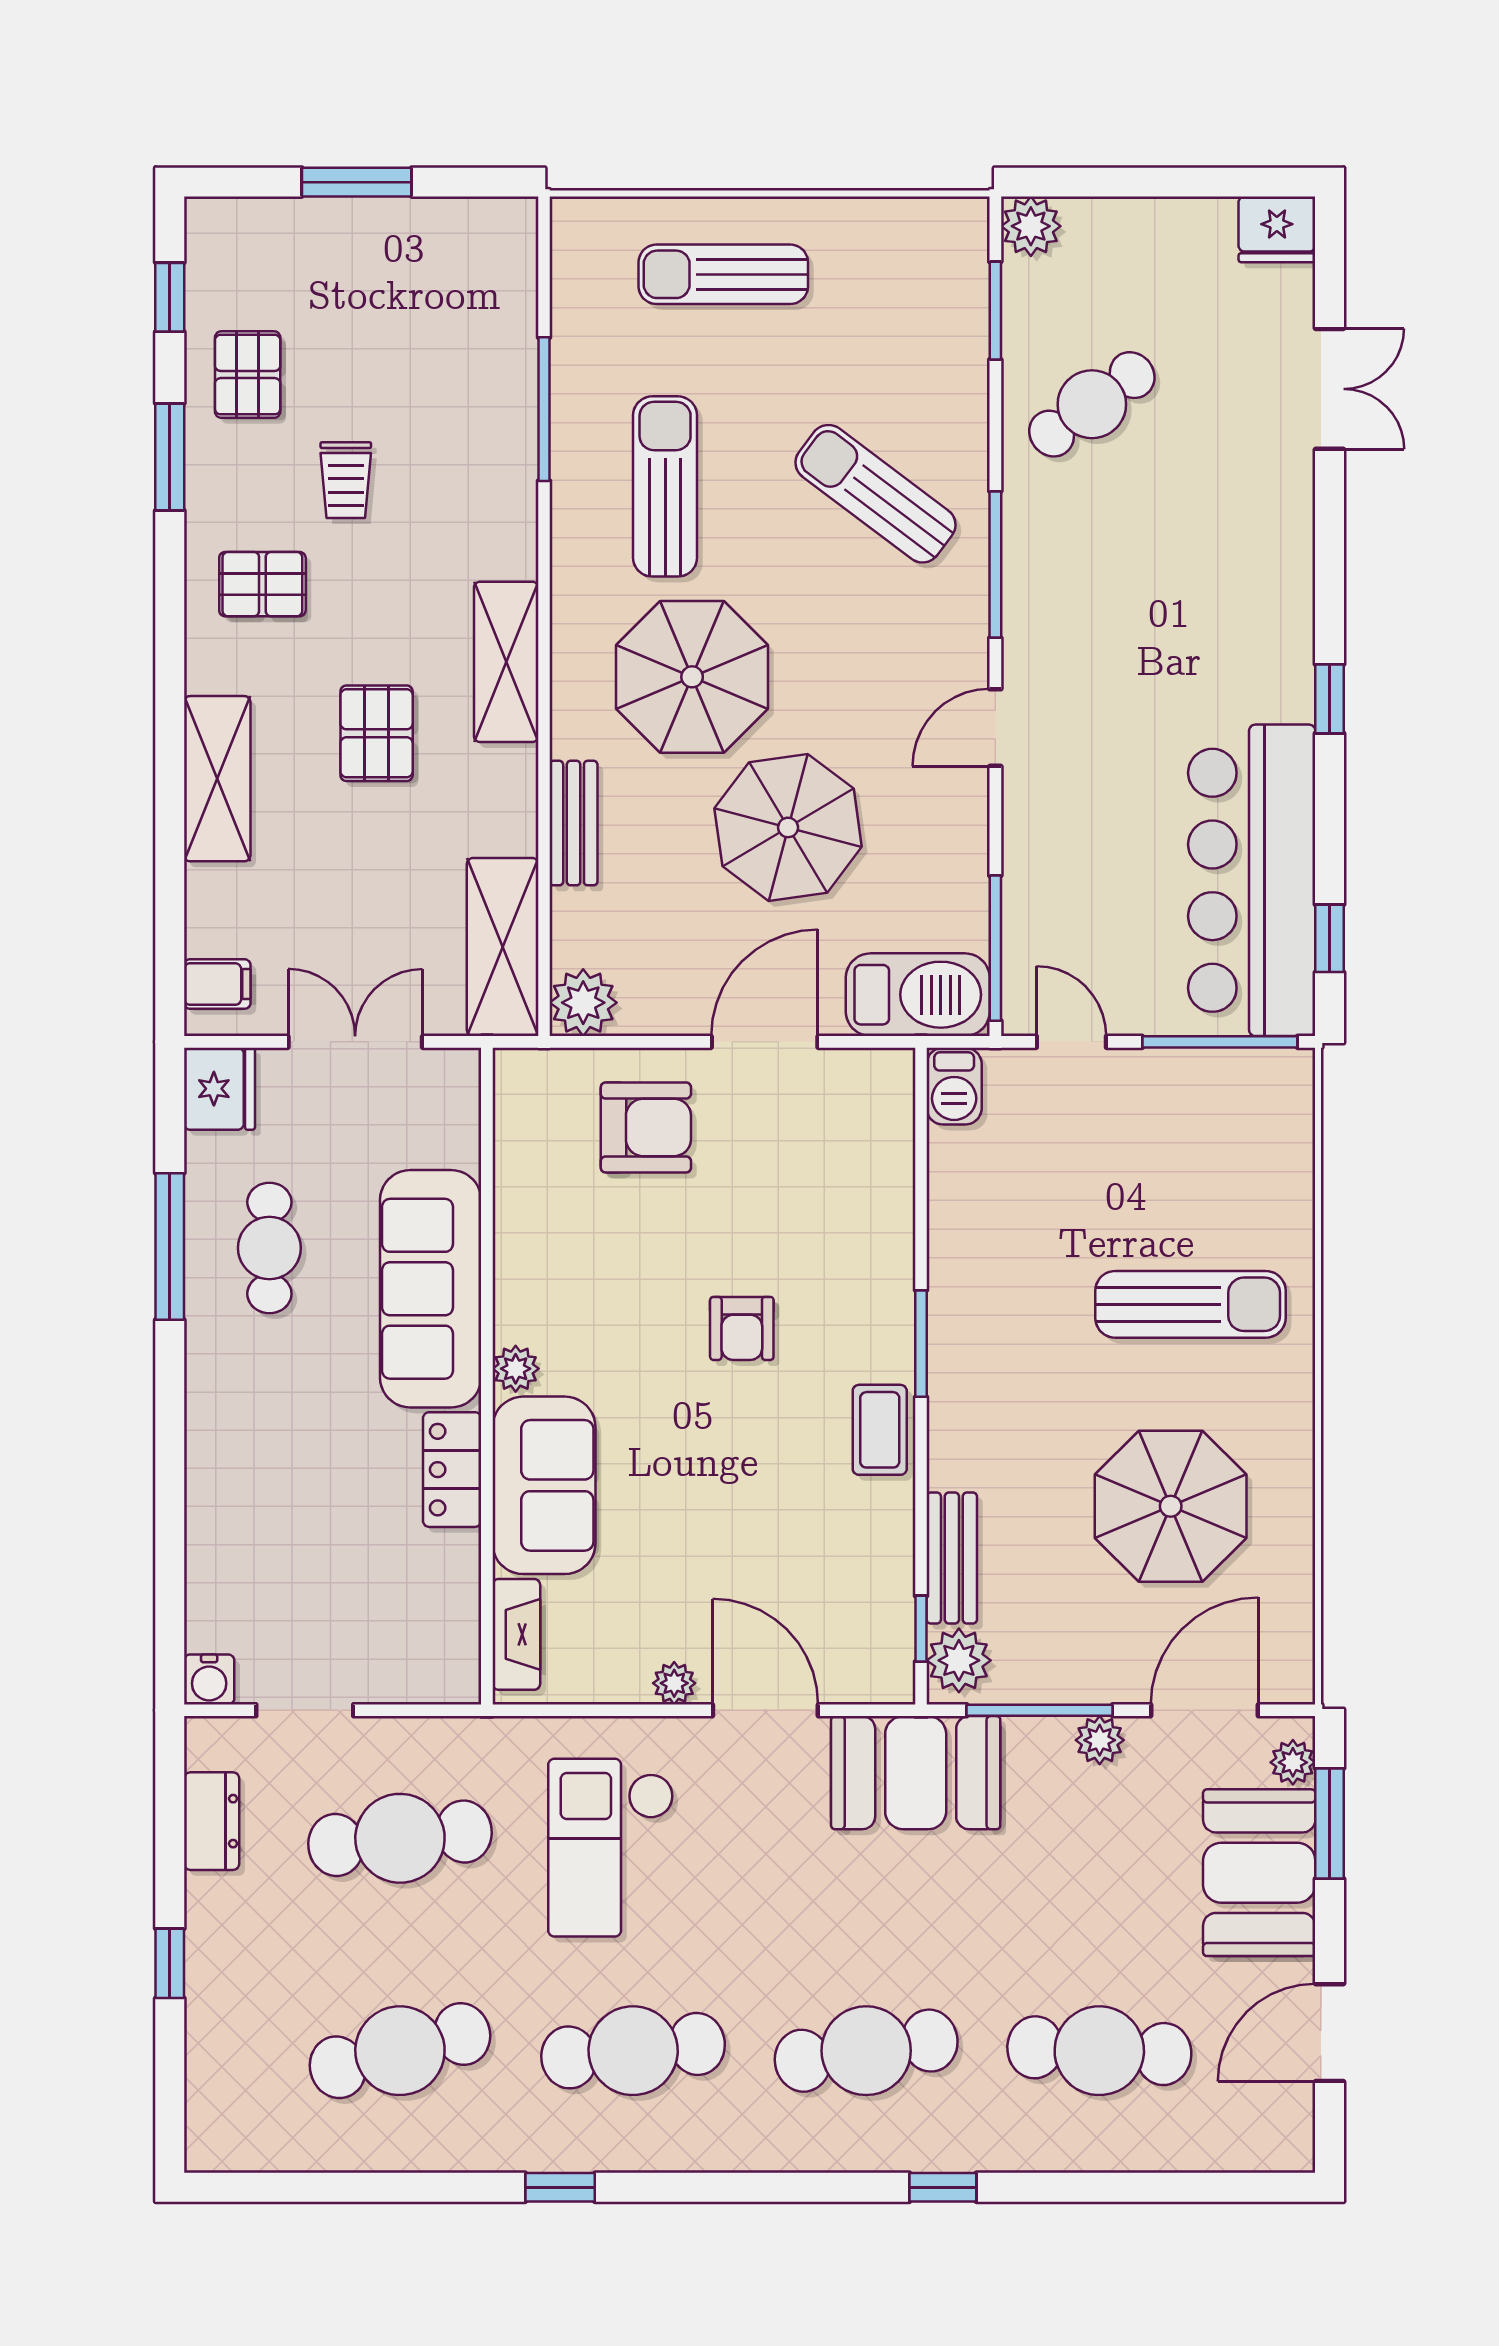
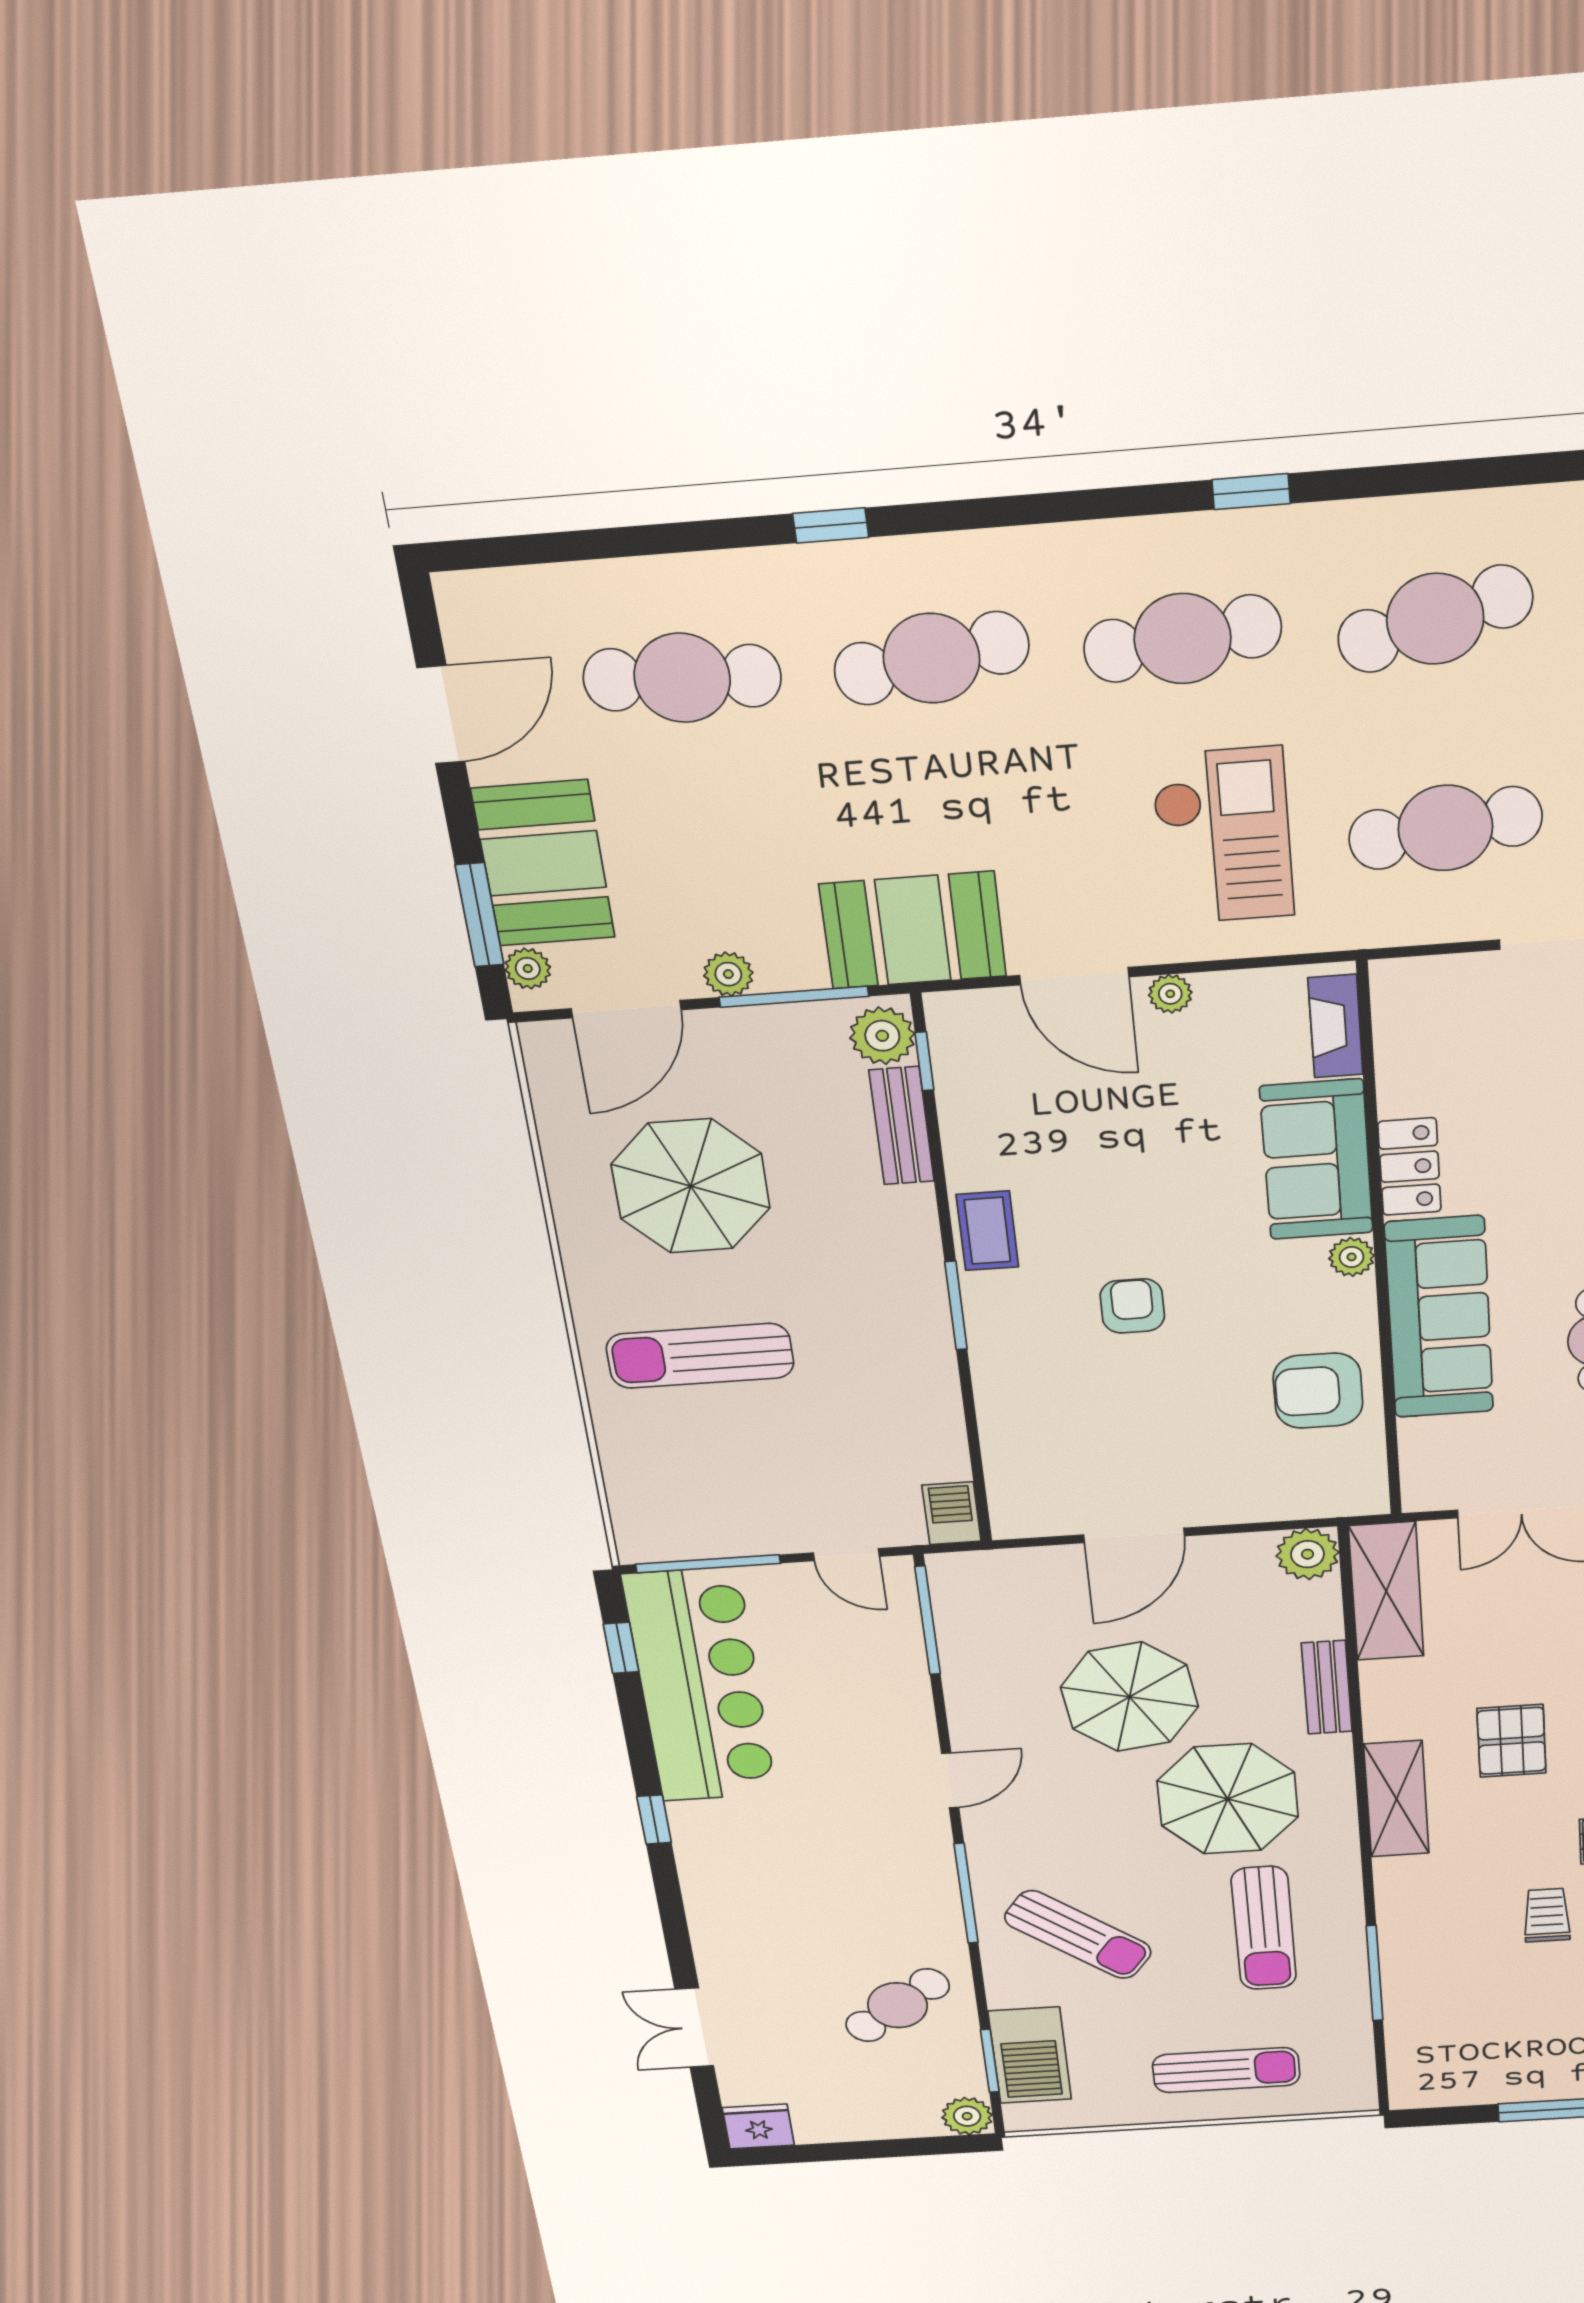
barbecue: (918, 995) -> (1030, 2055), moved, turned -90
armchair: (646, 1127) -> (1318, 1391), moved

